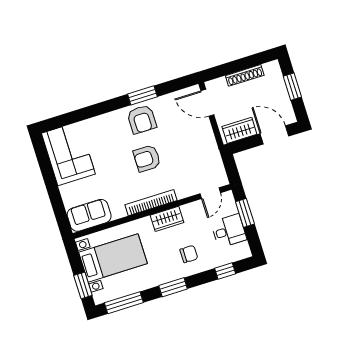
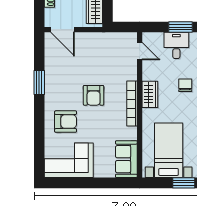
door: (207, 103) -> (63, 30), hinge flipped
armchair: (142, 119) -> (66, 122), moved
window: (245, 213) -> (180, 27), moved

